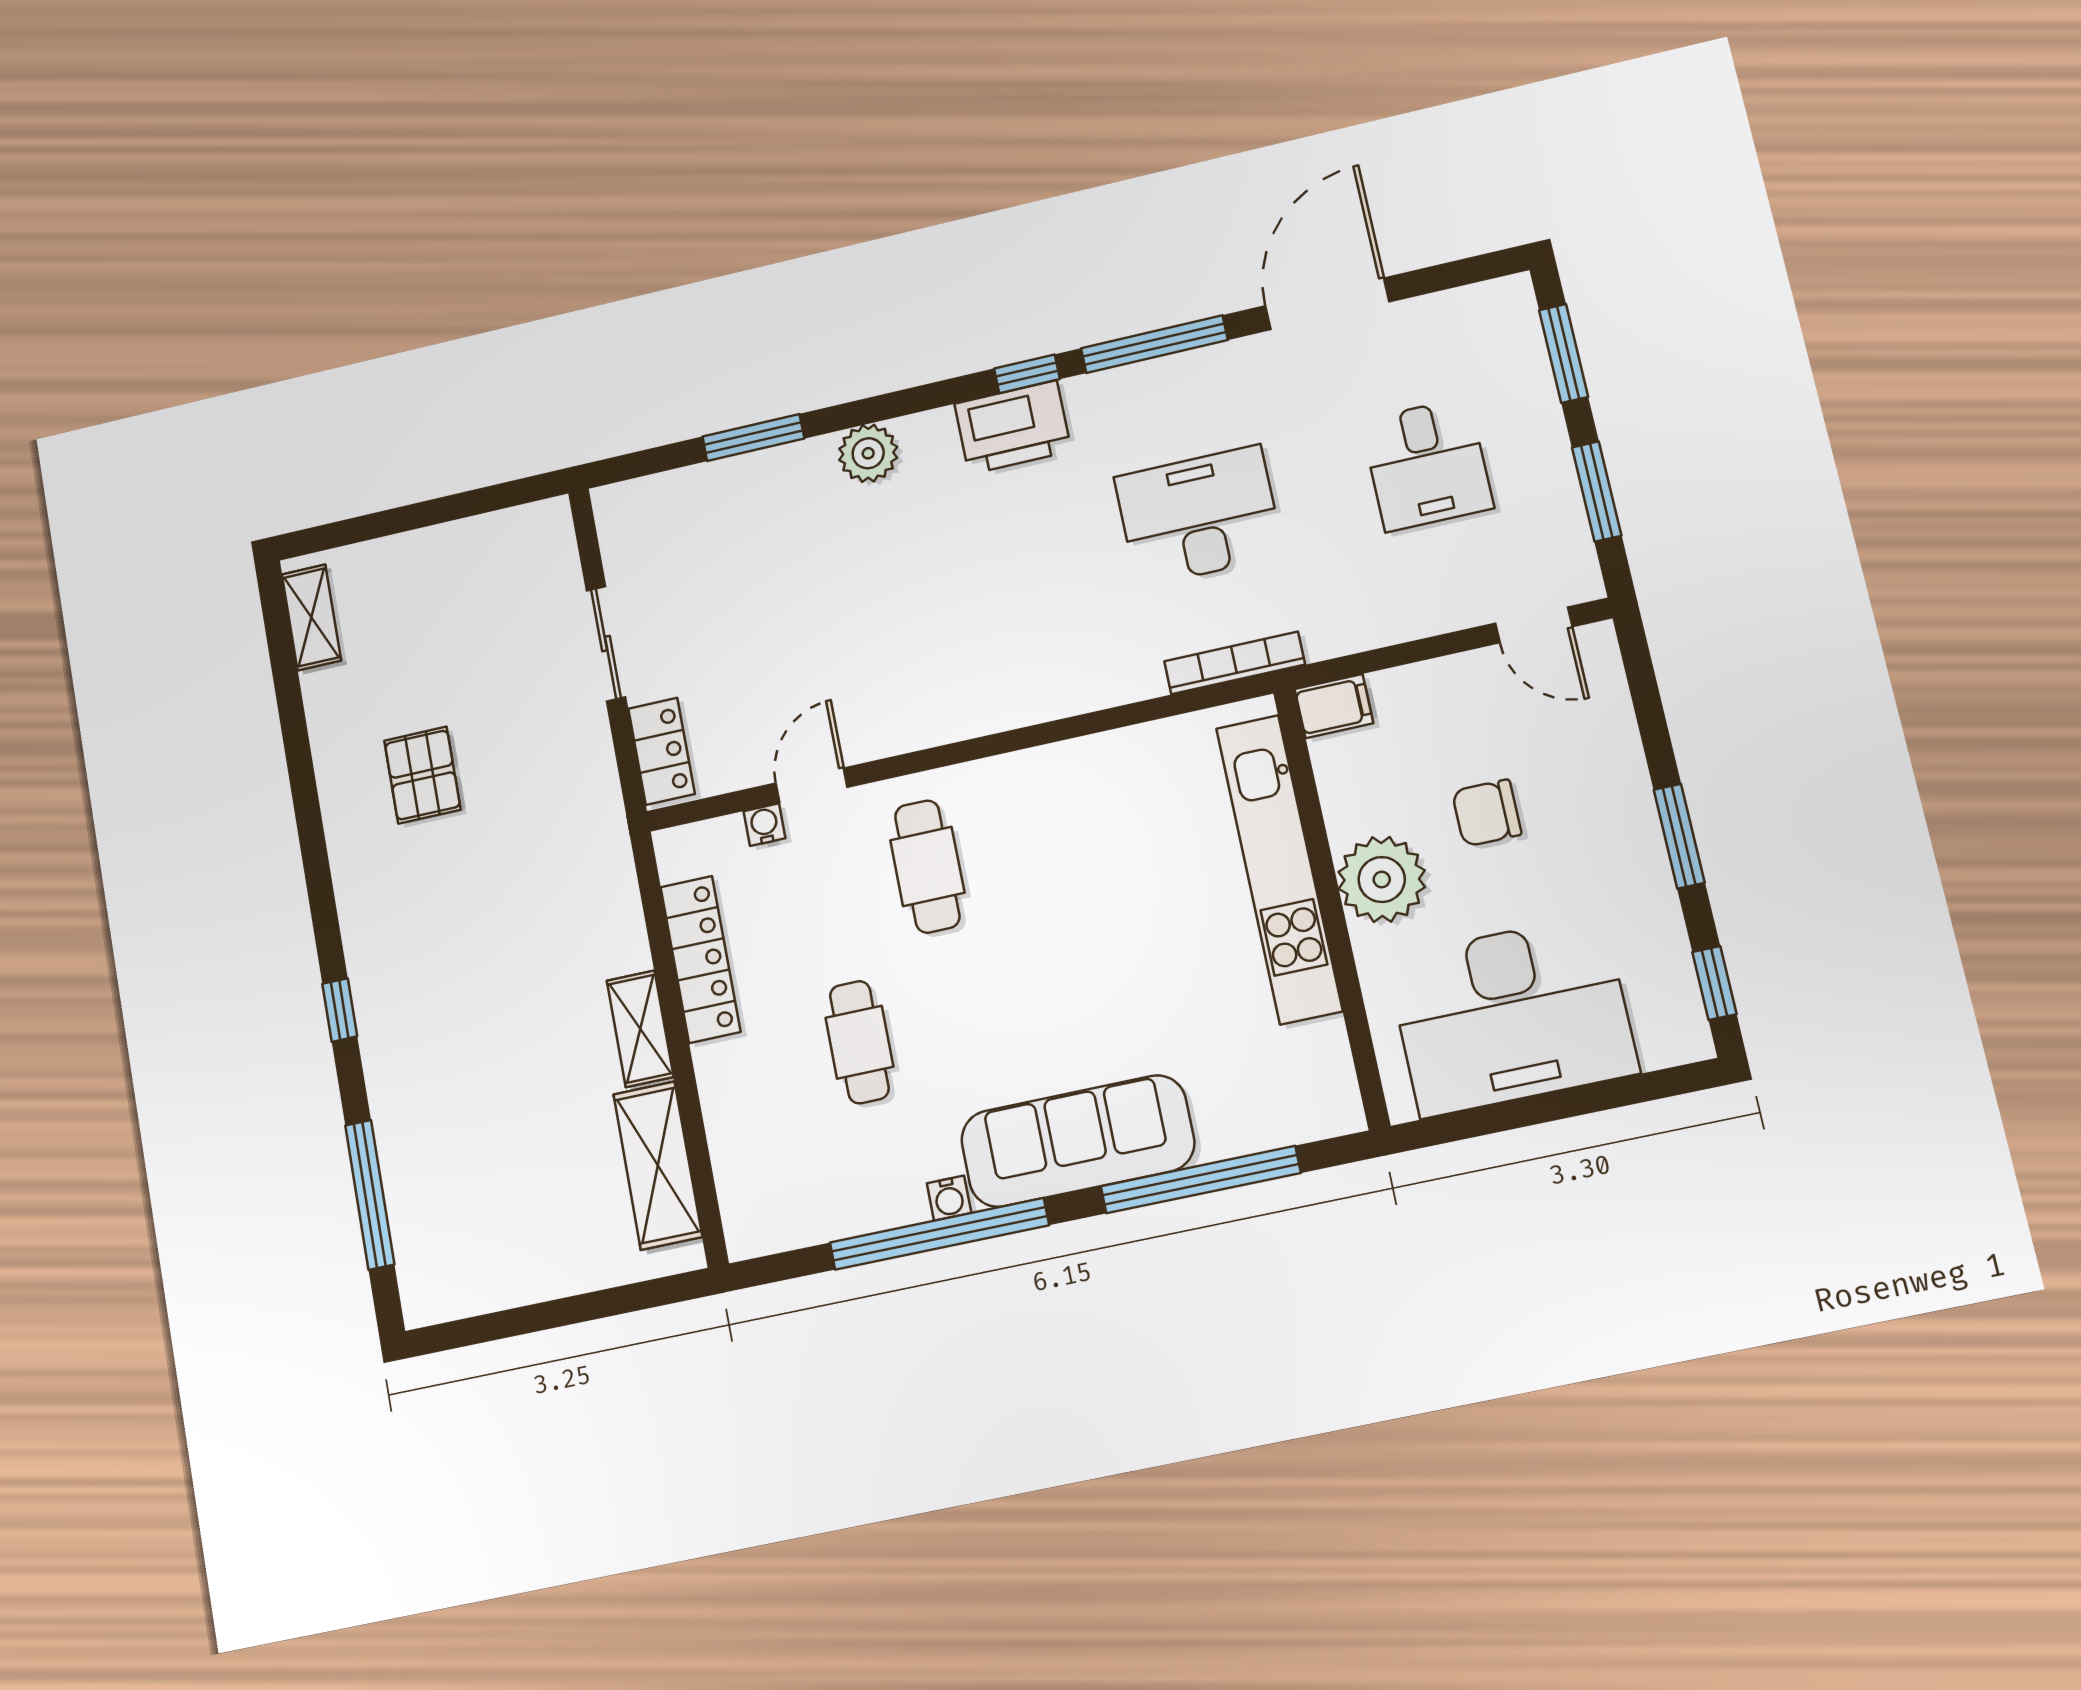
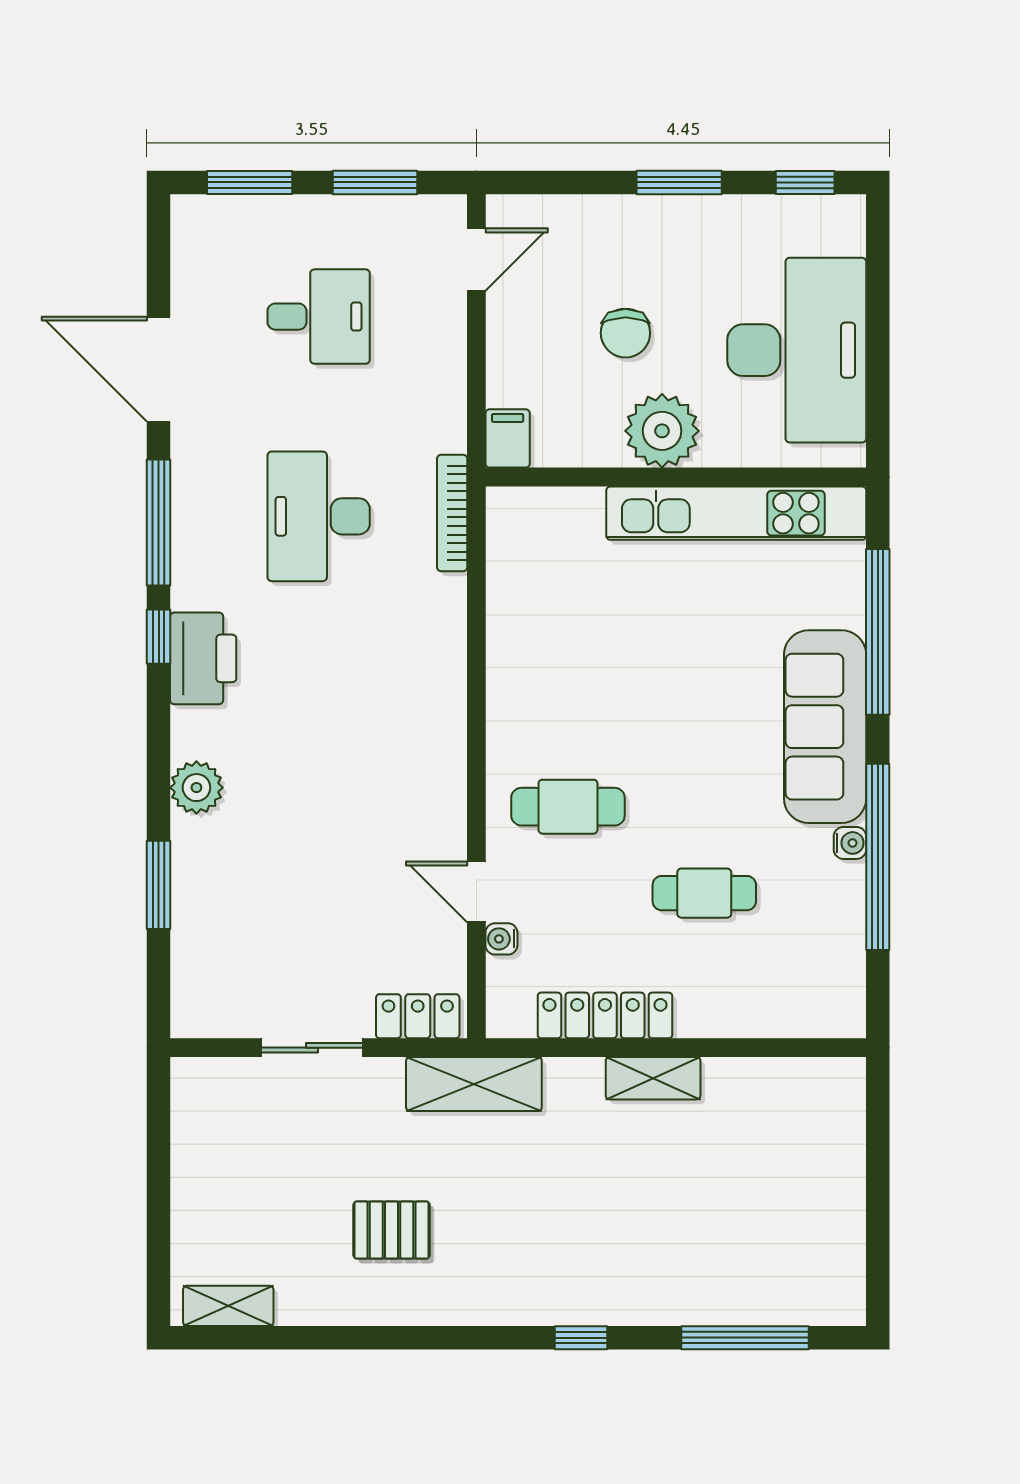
kitchen unit: (1279, 869) -> (736, 513), moved
shelving: (658, 1165) -> (474, 1084), moved

